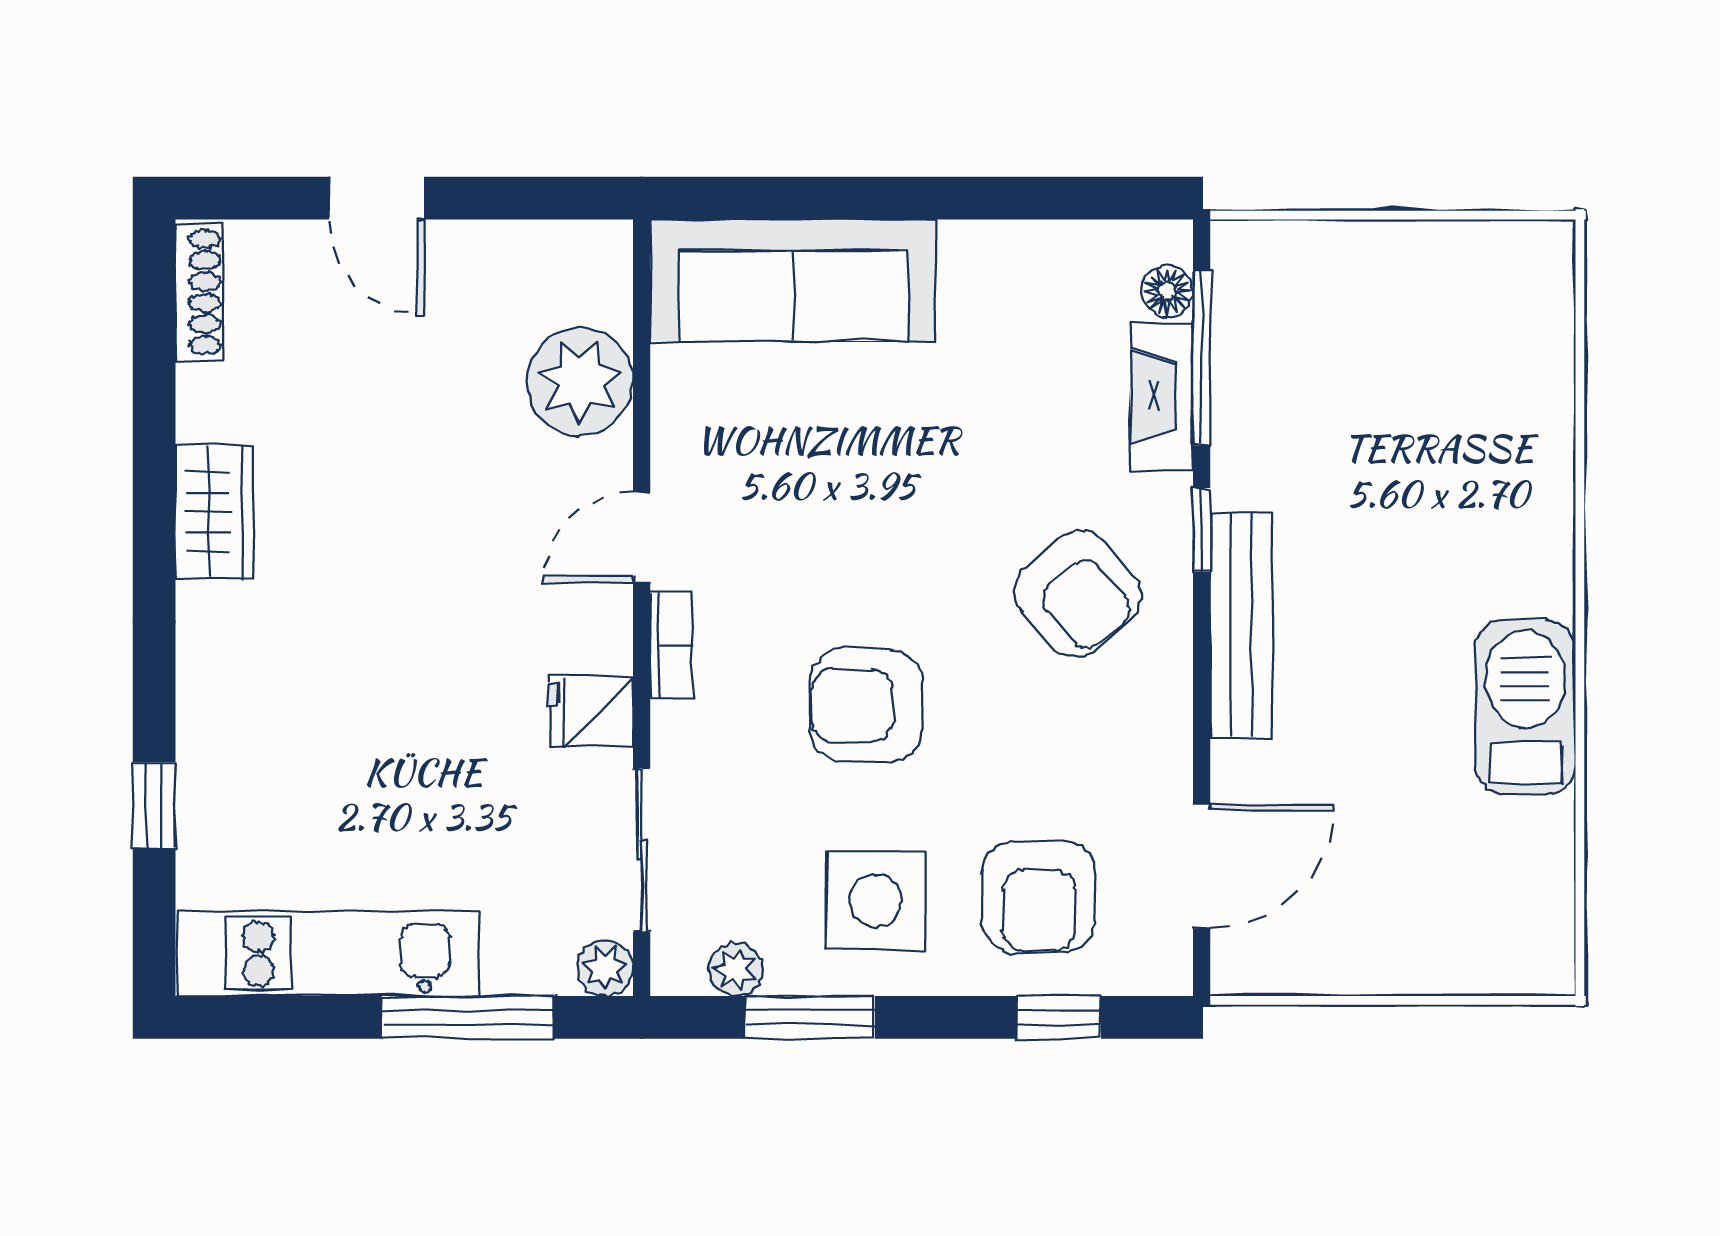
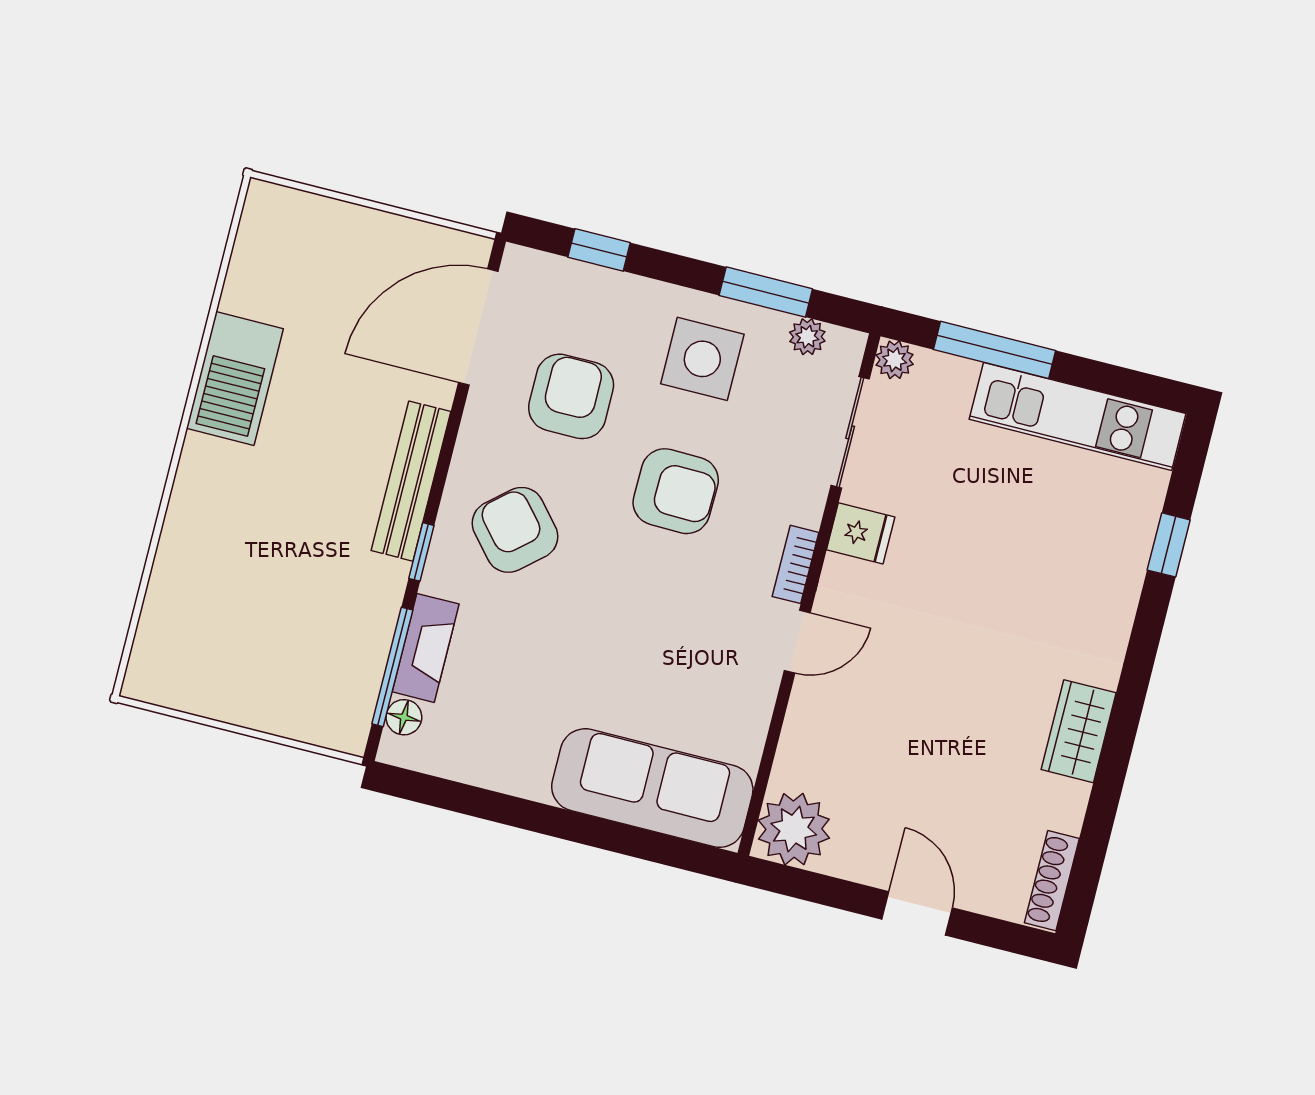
plant: (580, 381) -> (794, 829), moved
door: (1202, 866) -> (478, 327), width x1.36
armchair: (1039, 896) -> (571, 396), moved

